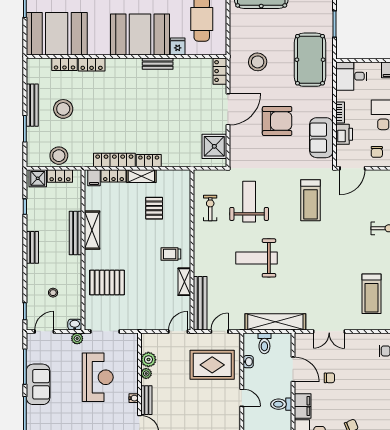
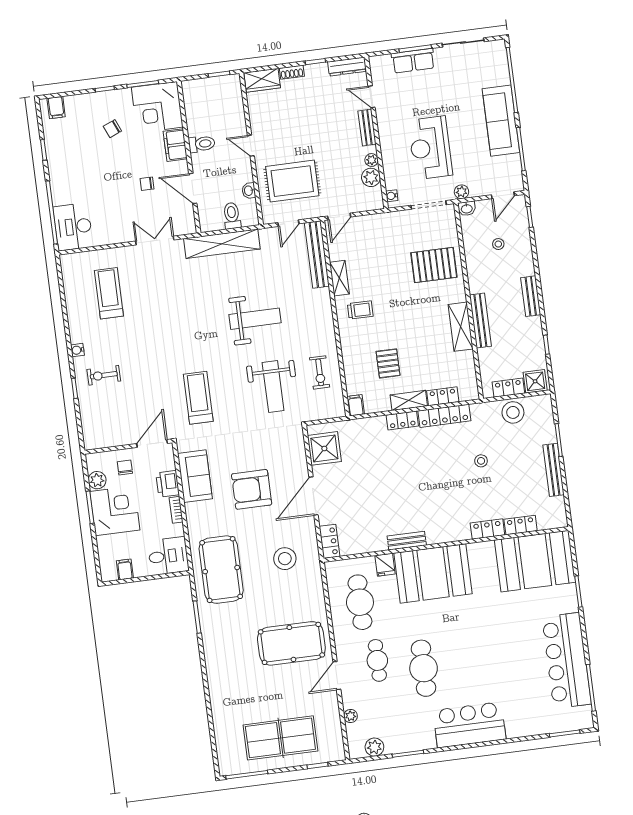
stool: (63, 109) -> (481, 461), moved, width x0.53, depth x0.53
filing cabinet: (94, 178) -> (356, 405), moved
sofa: (38, 384) -> (501, 121), width x1.36
water cooler: (134, 398) -> (392, 196), moved

